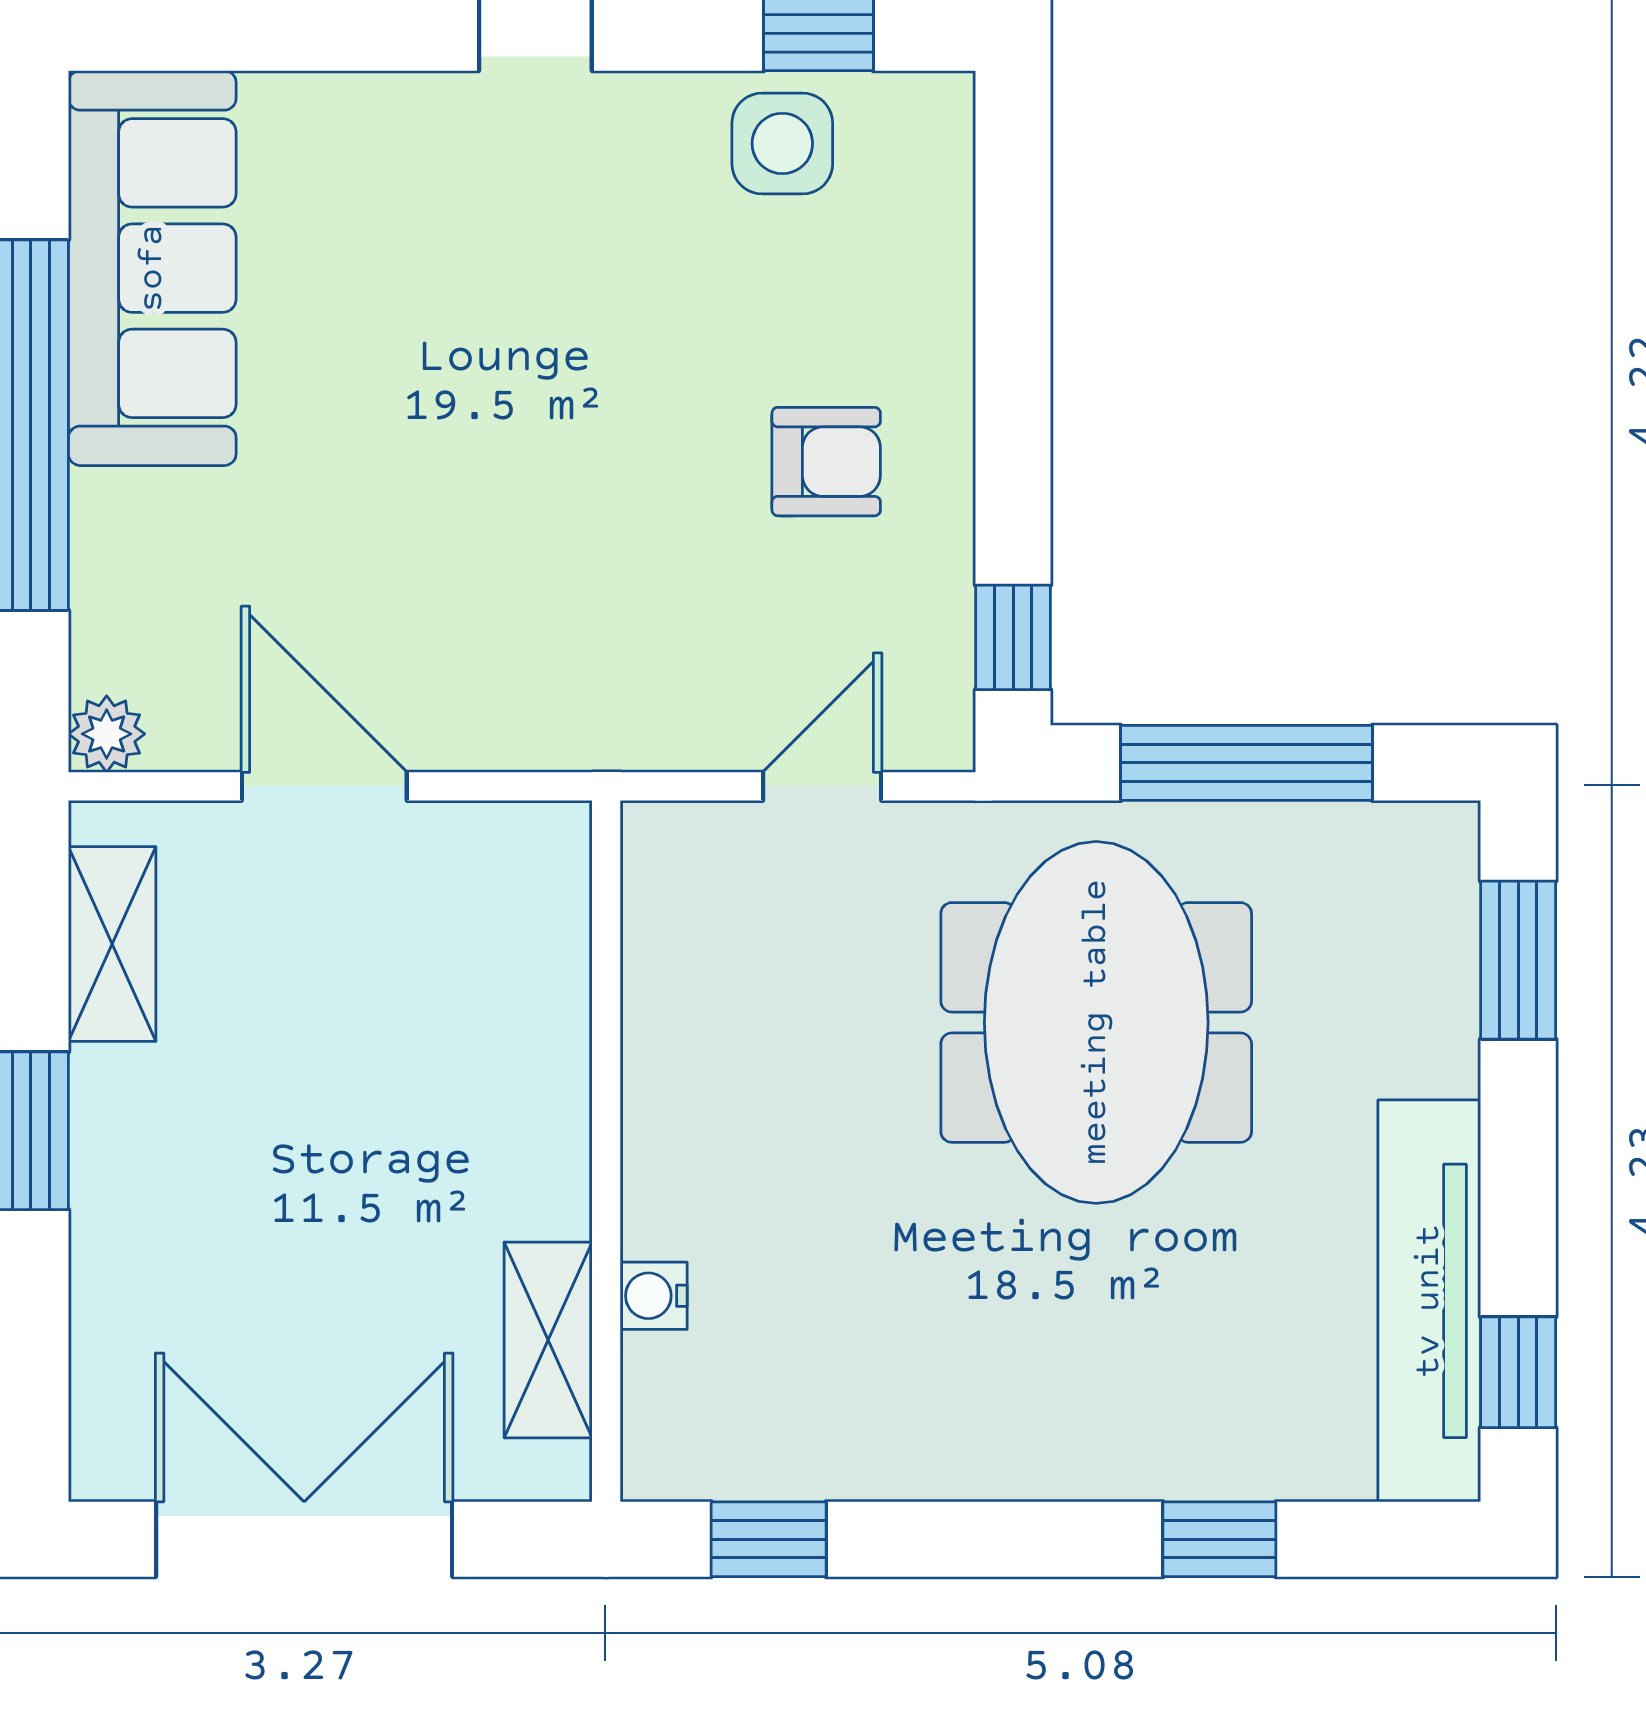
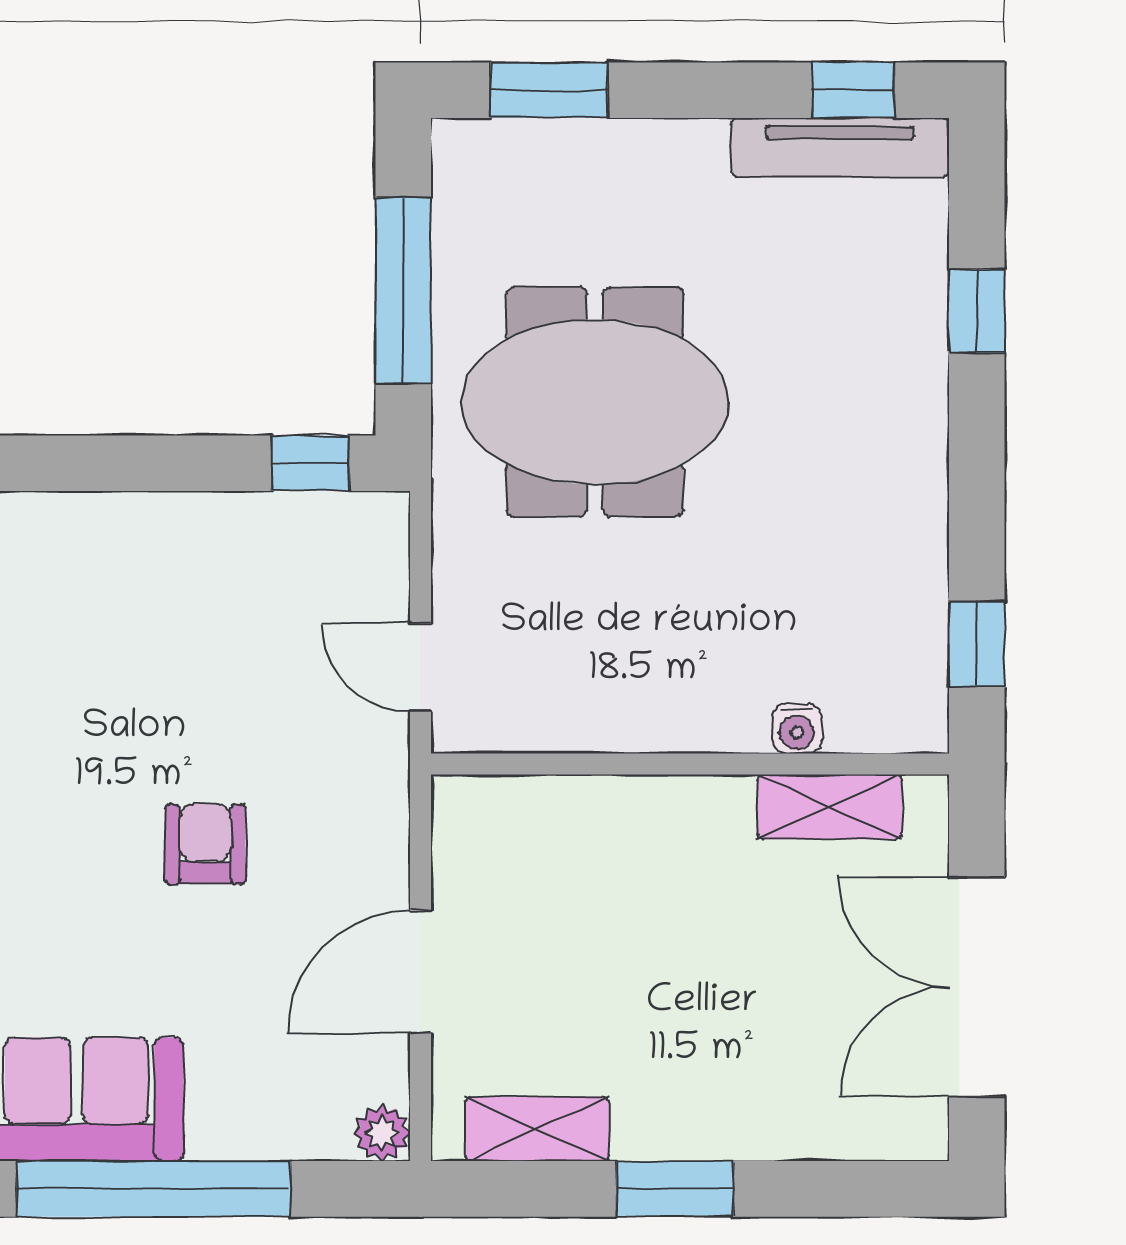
armchair: (826, 462) -> (205, 844), moved
door: (822, 786) -> (420, 667), moved
tv unit: (1429, 1301) -> (840, 147), width x0.73, depth x0.78

